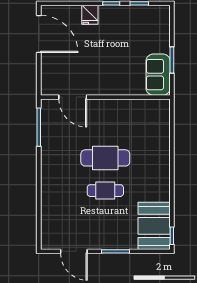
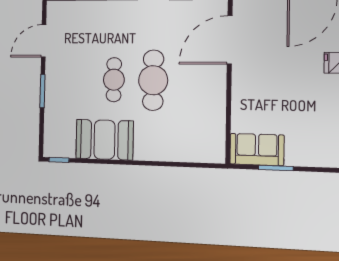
door: (73, 97) -> (230, 40), width x1.36
booth: (154, 226) -> (104, 140), moved

